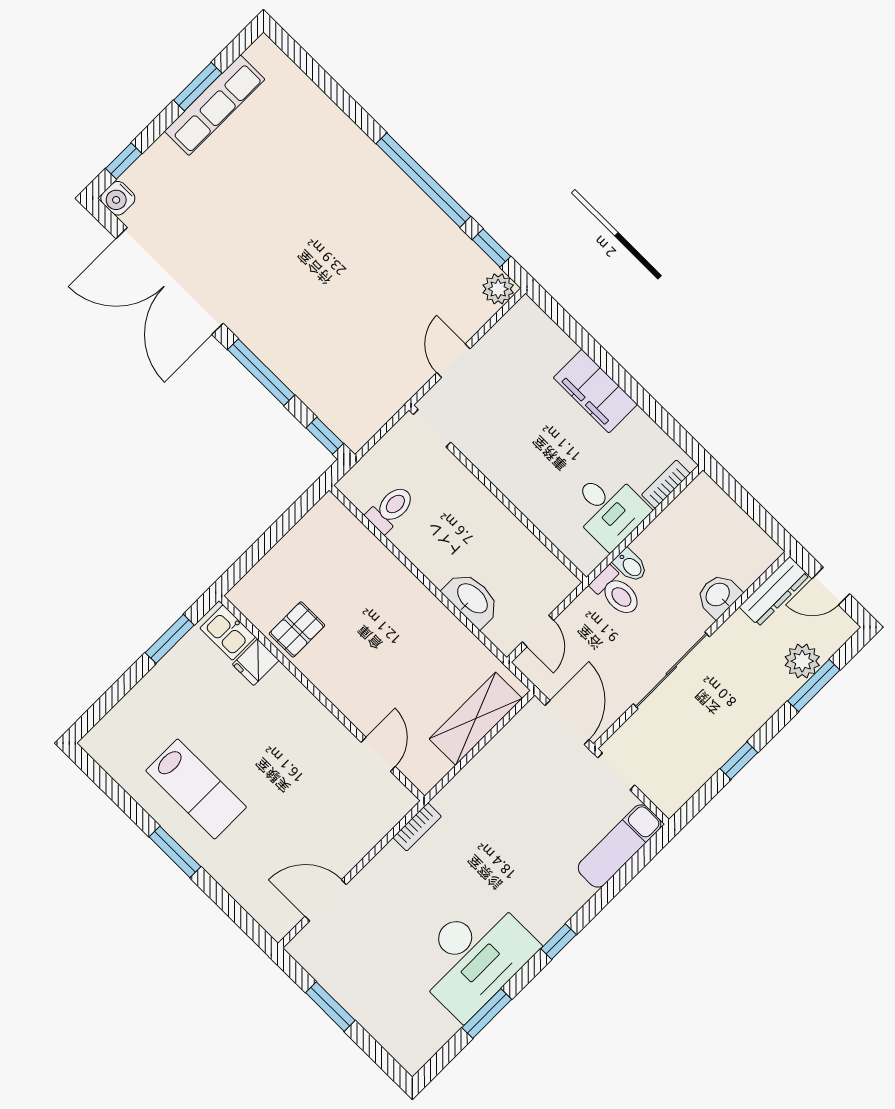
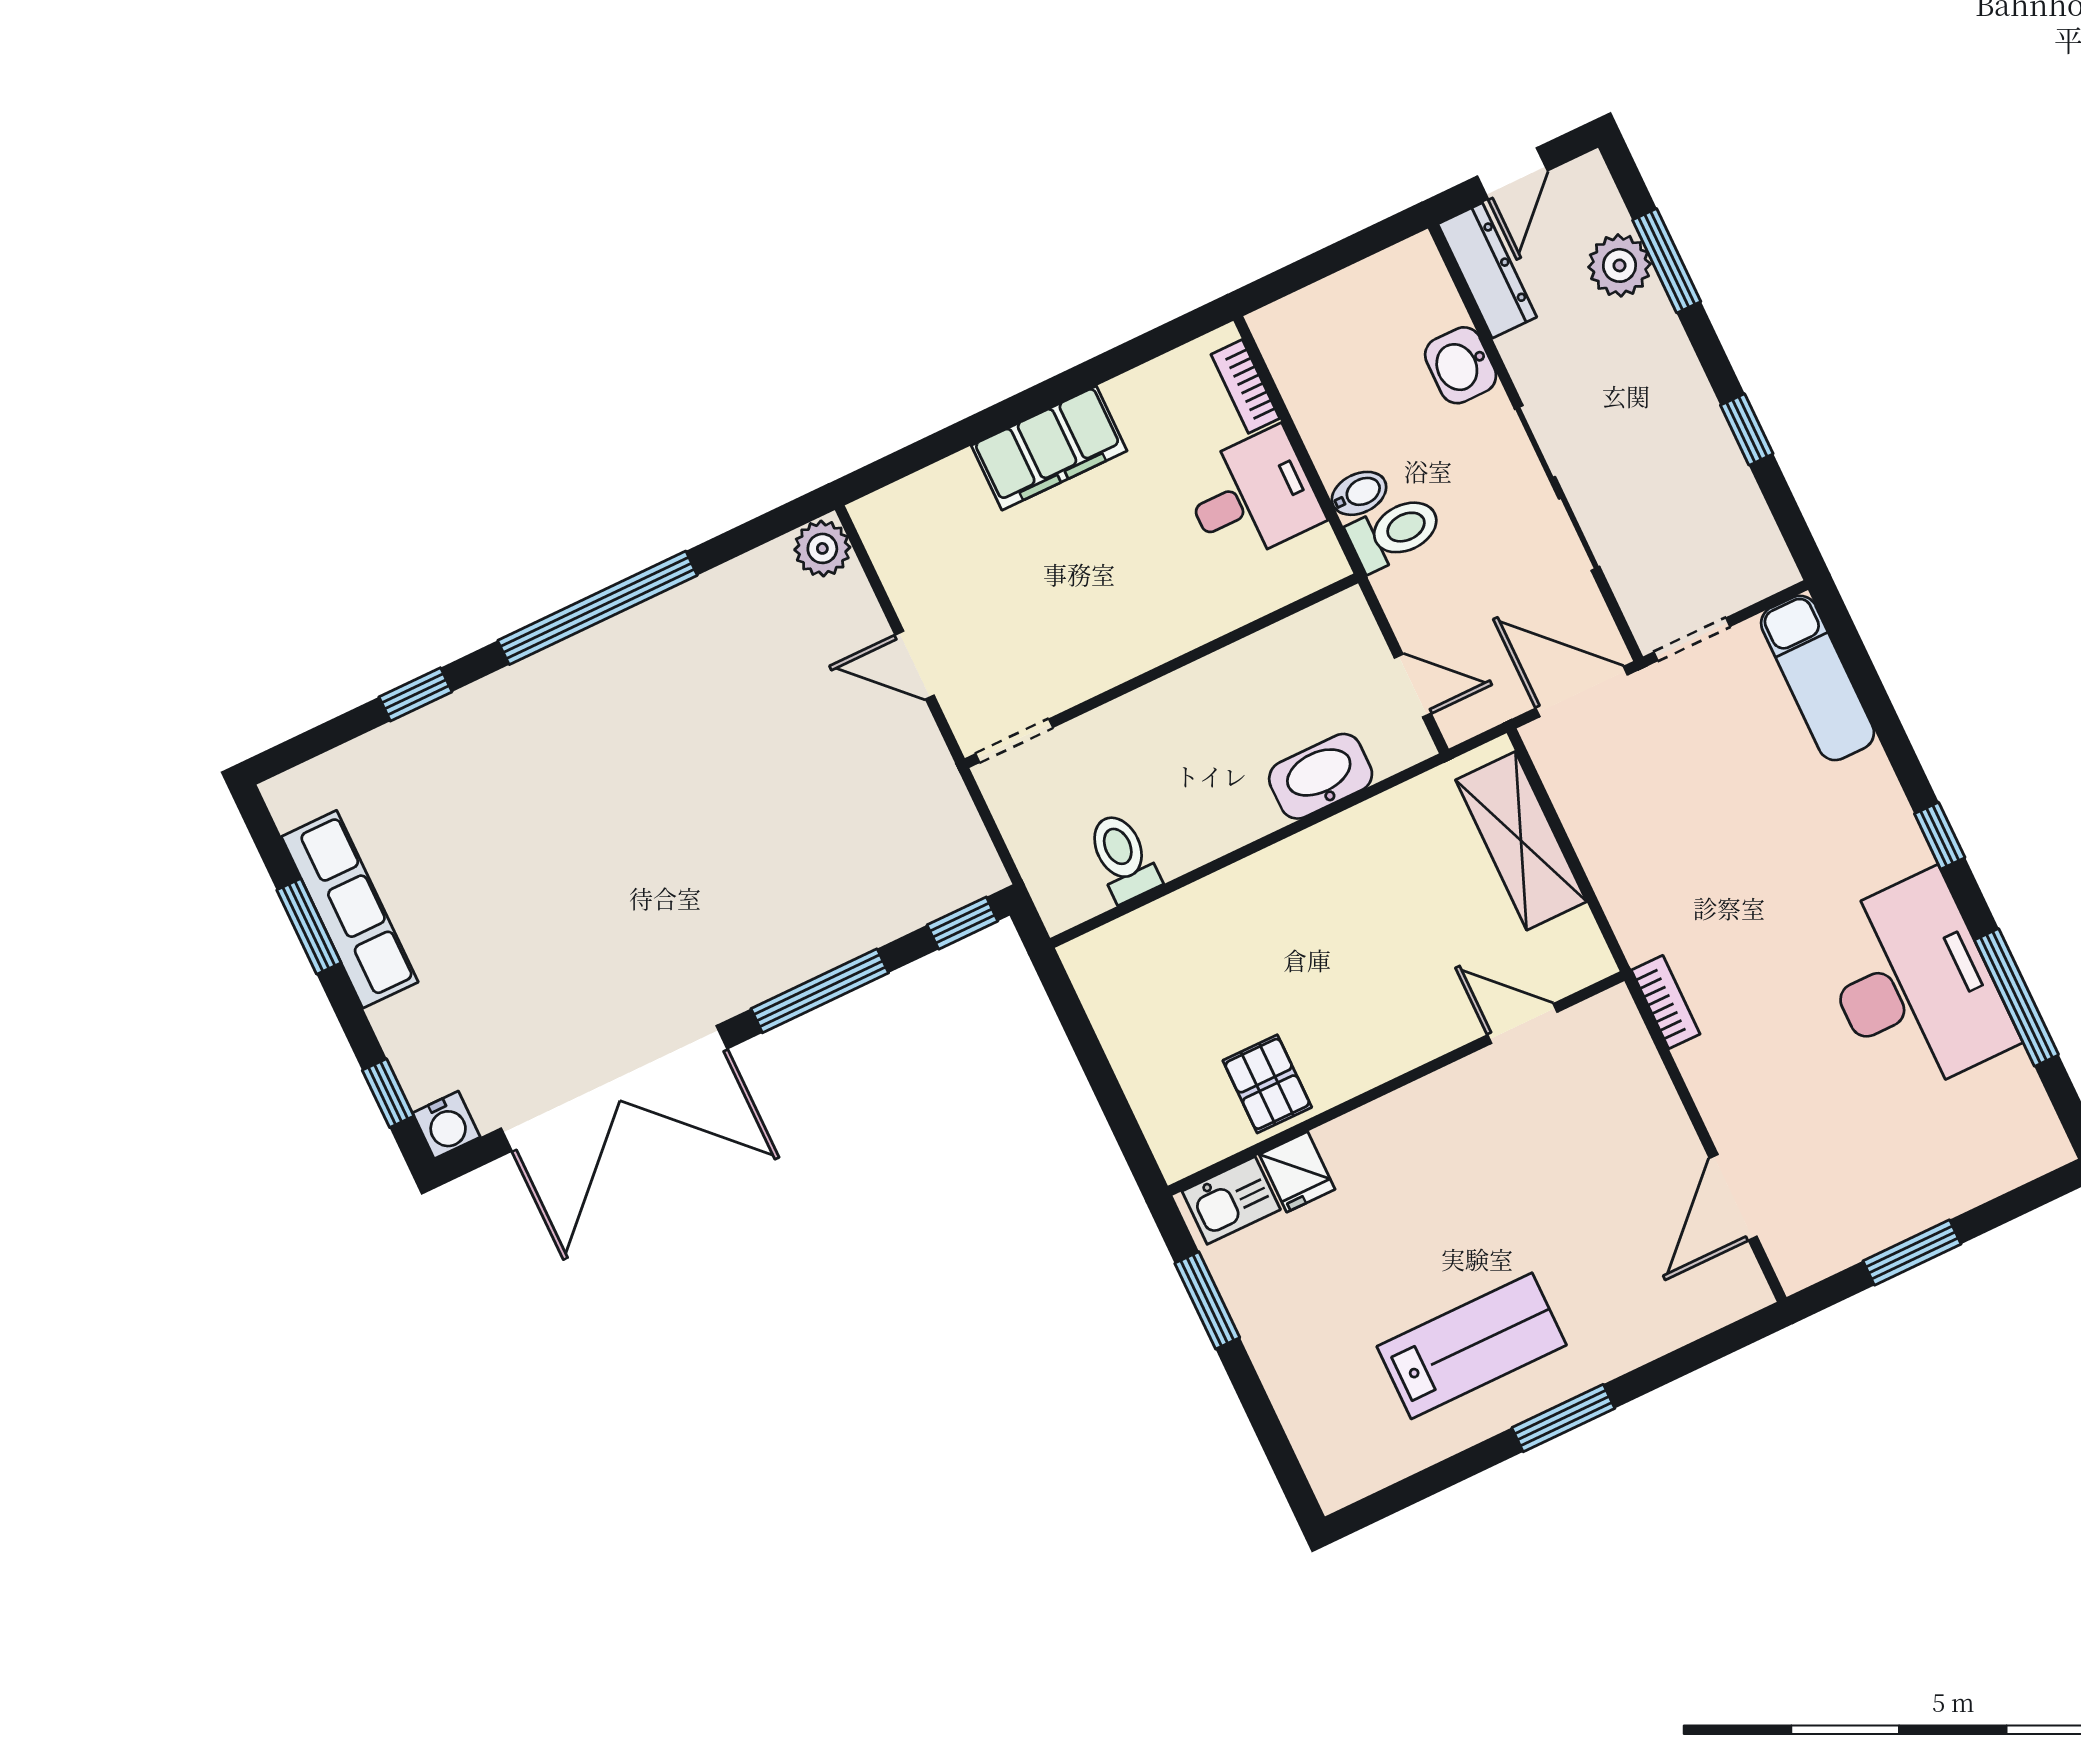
window: (492, 248) -> (415, 694), moved
window: (487, 1014) -> (2016, 997), width x1.44

